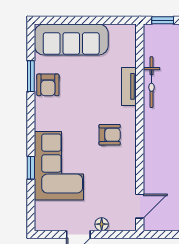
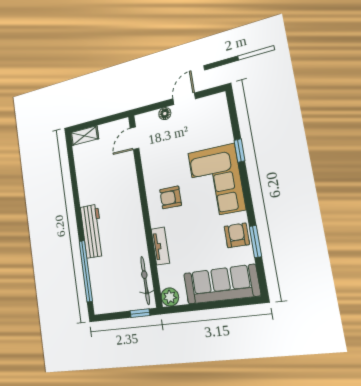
plant: (127, 33) -> (170, 297), added
bicycle: (151, 82) -> (145, 281), moved
corner sofa: (59, 166) -> (216, 181), moved

